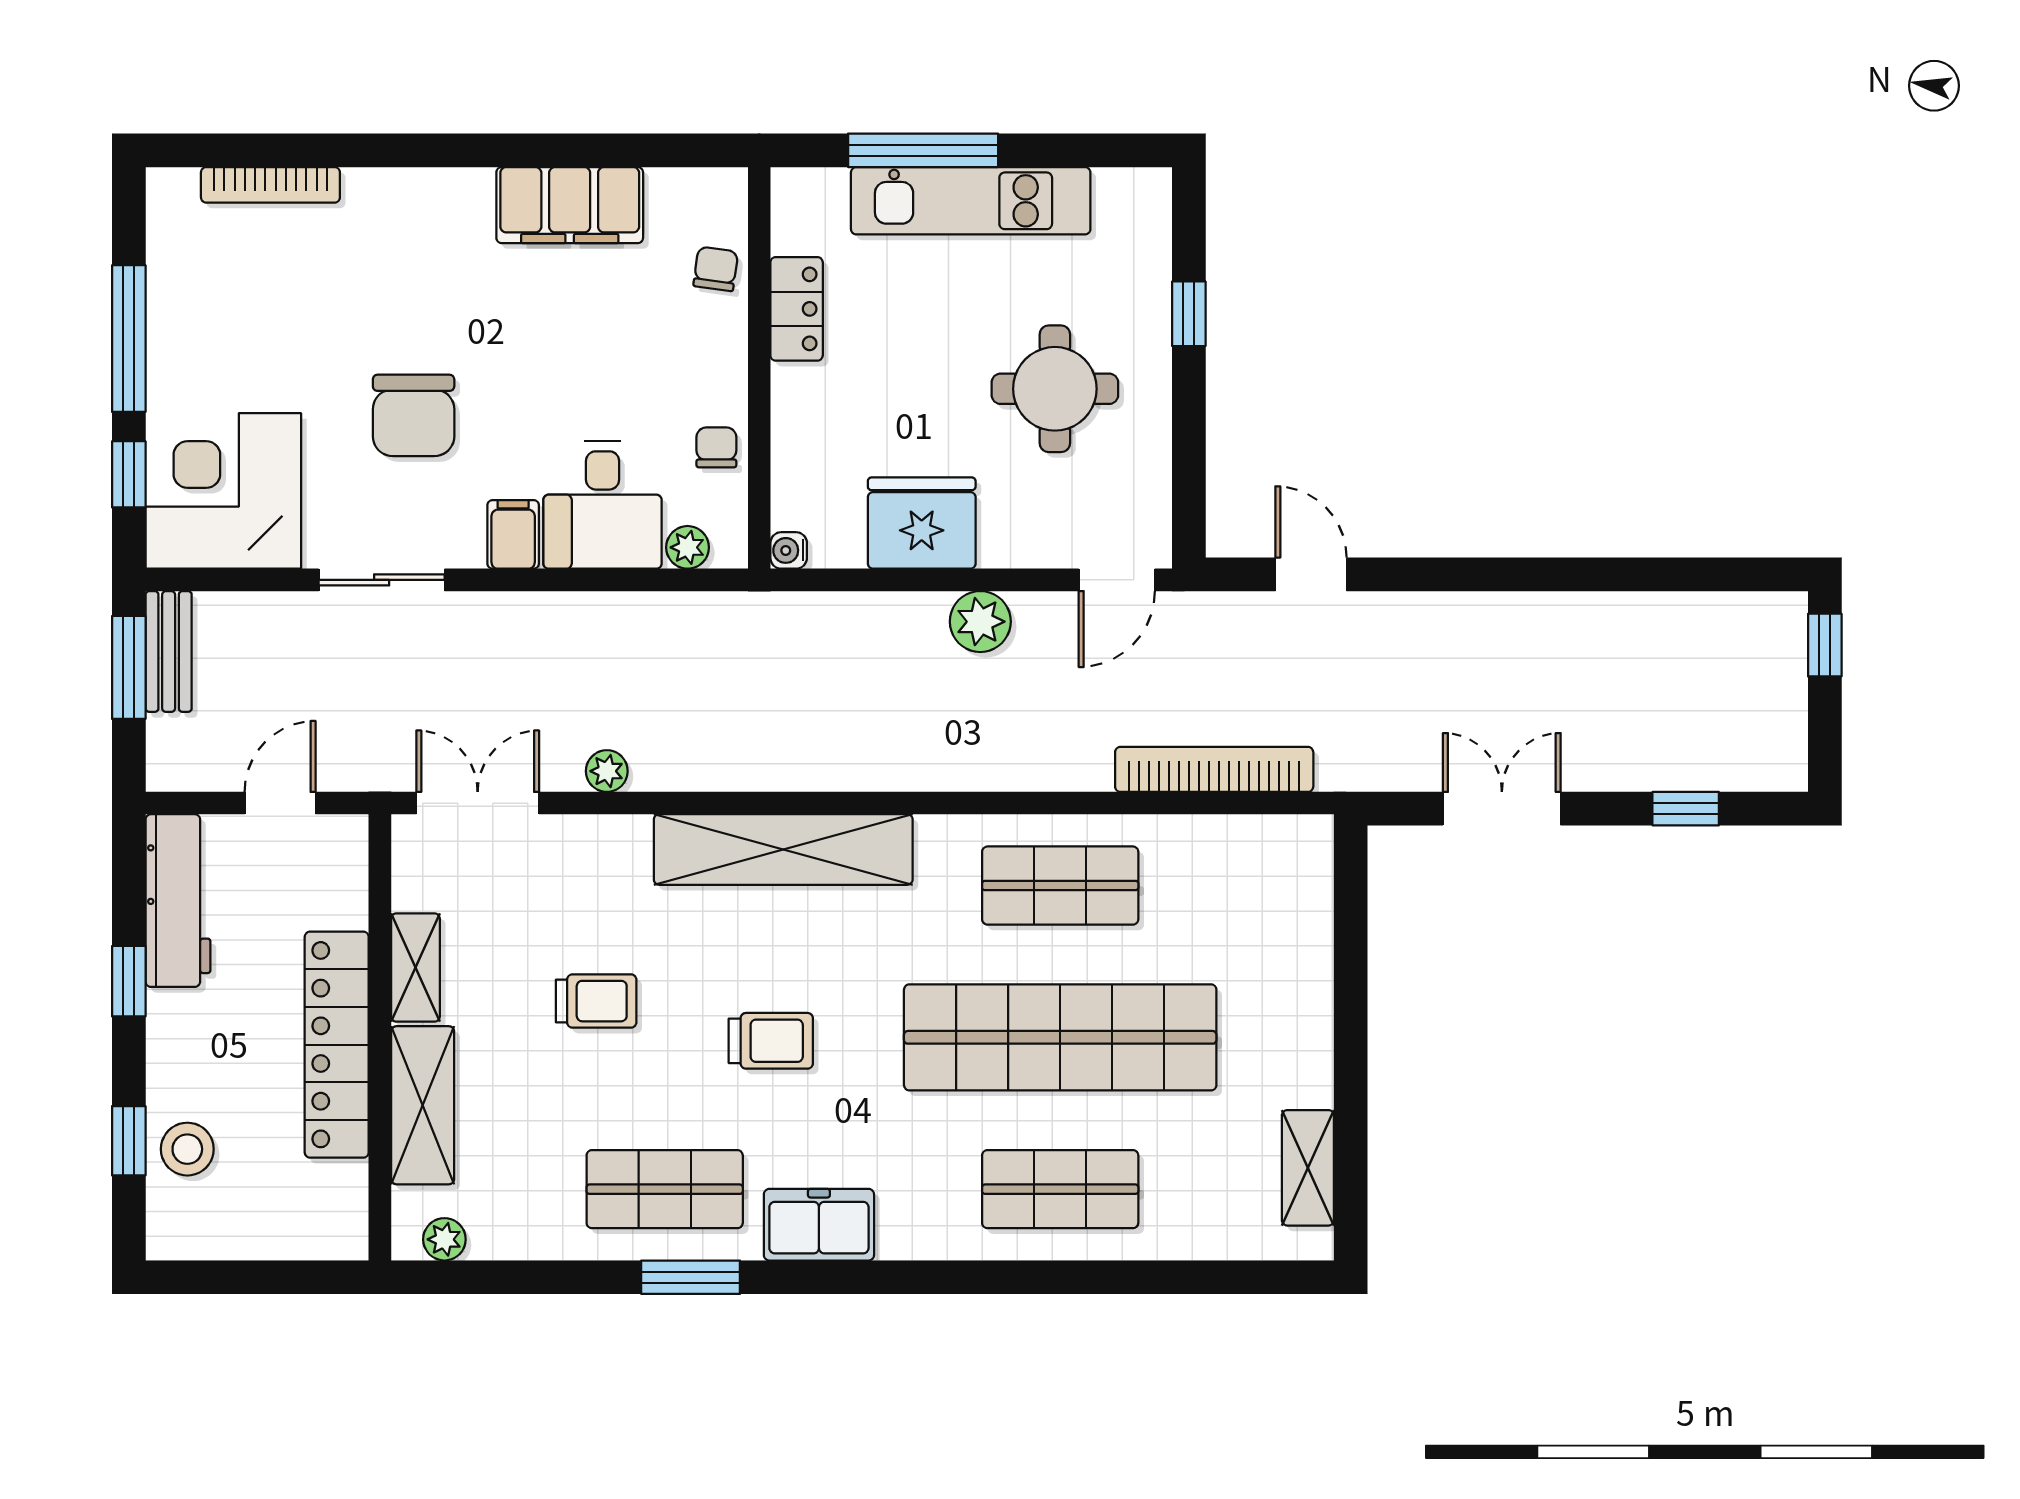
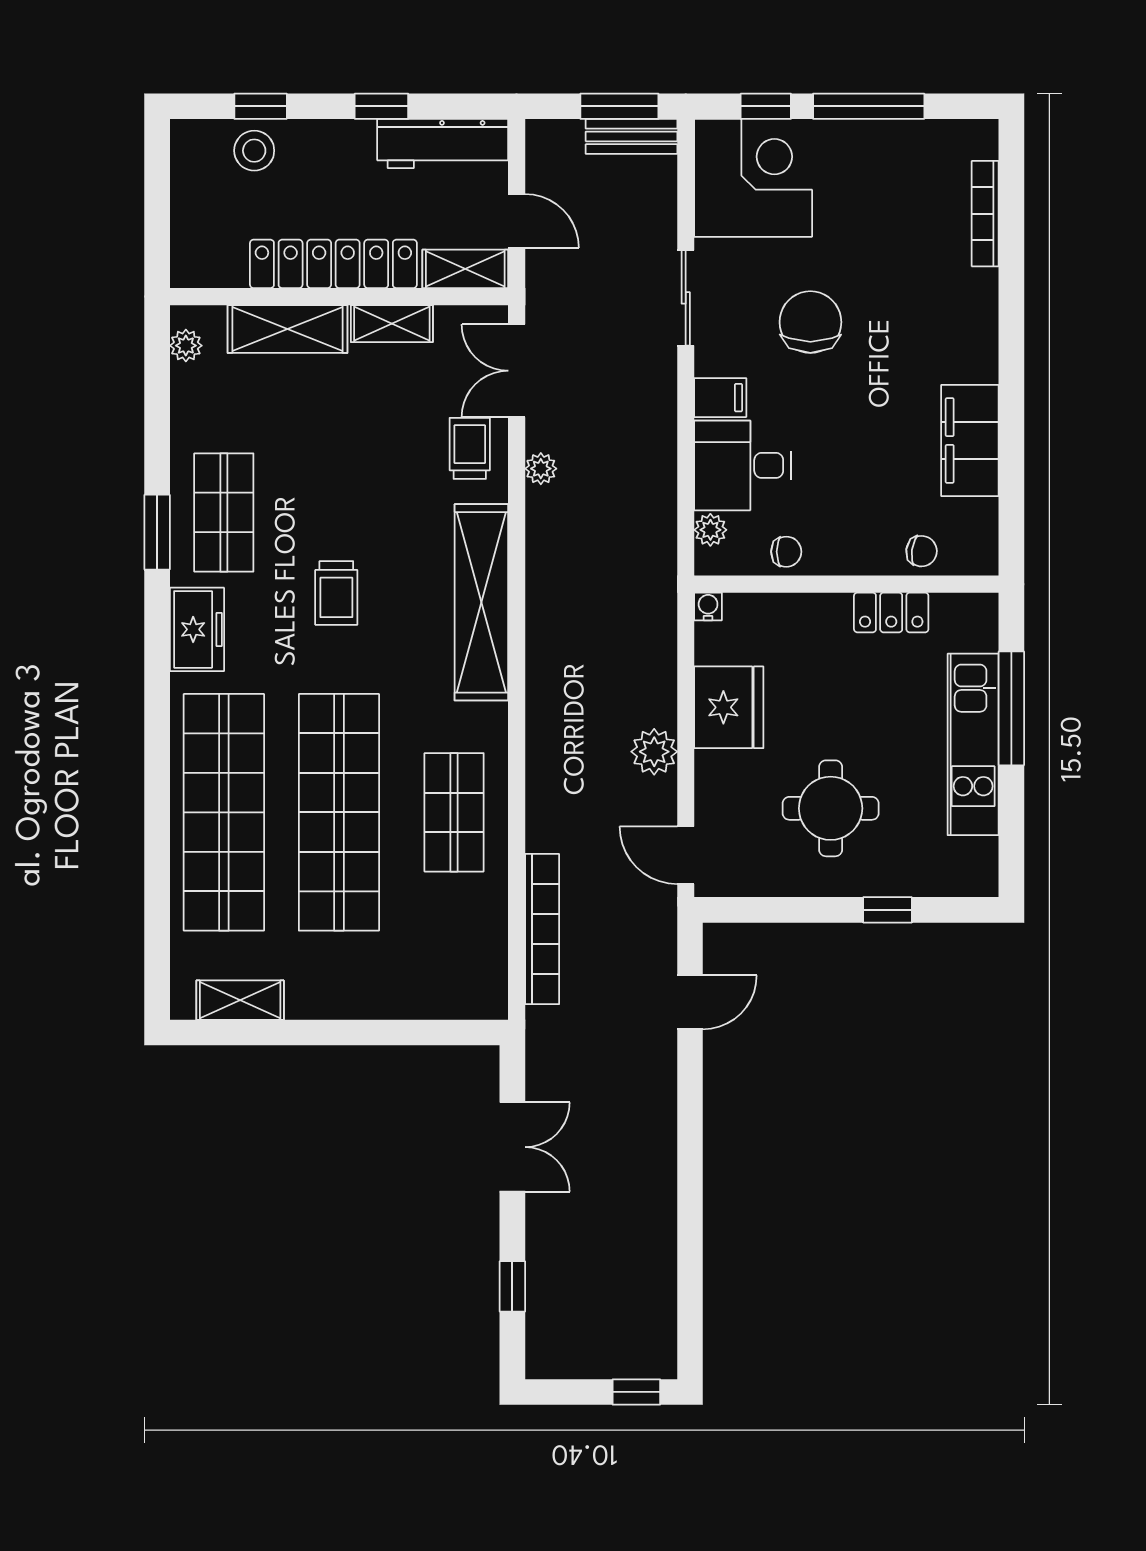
chair: (414, 415) -> (810, 322), turned 90
double door: (478, 803) -> (517, 371), swing flipped
shelving: (343, 871) -> (465, 269), added
trolley: (596, 1001) -> (470, 448), moved, turned 180
shop shelf: (1060, 1189) -> (224, 812), width x2.00, depth x1.36

